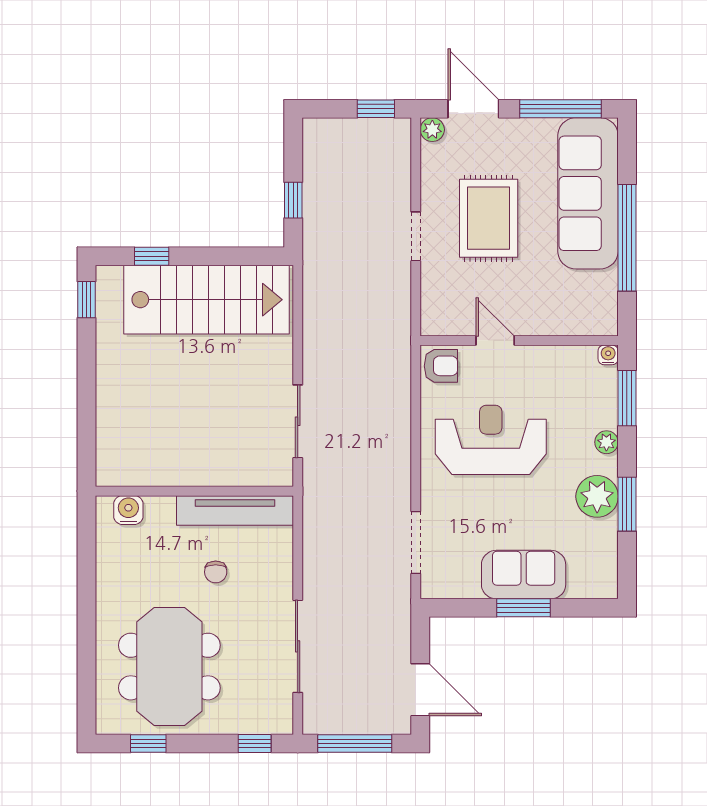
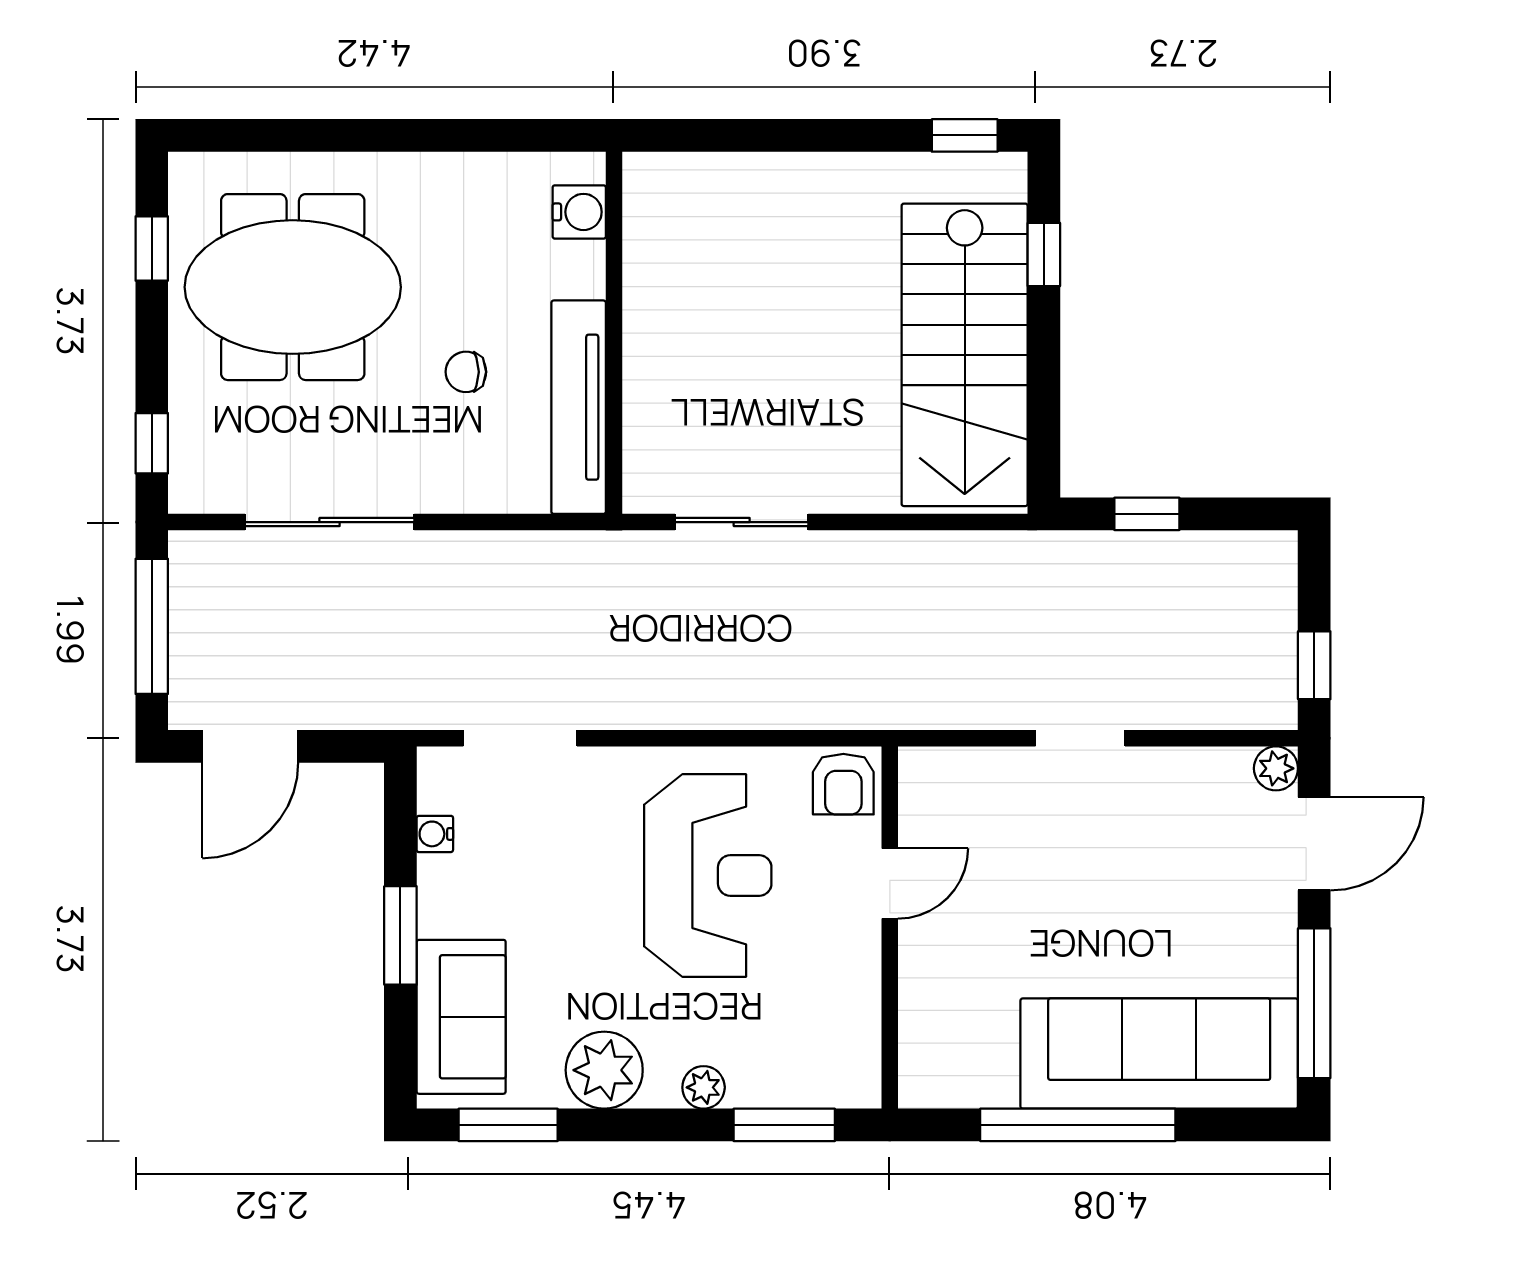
rug: (489, 218) -> (1114, 871), removed
water cooler: (608, 355) -> (435, 834), moved, turned 180
window: (627, 504) -> (508, 1125), moved
sofa: (524, 575) -> (461, 1017), moved

